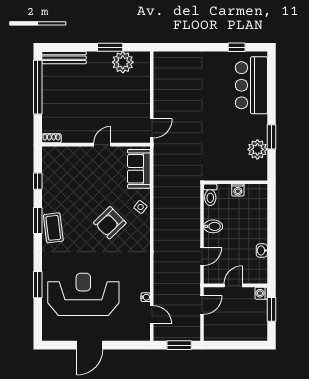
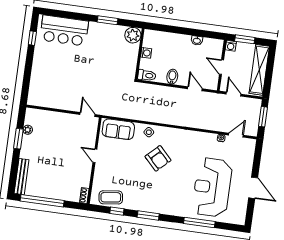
plant: (123, 62) -> (28, 130), width x0.53, depth x0.53
plant: (257, 149) -> (133, 35), moved
coffee table: (53, 228) -> (111, 197), moved
window: (38, 285) -> (199, 223), width x1.44
shelving: (236, 332) -> (259, 70), added

